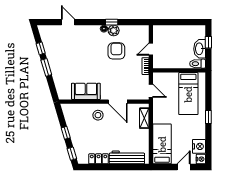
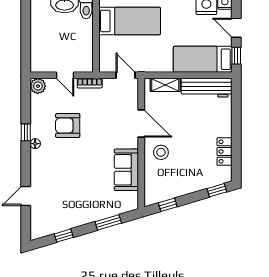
plant: (114, 31) -> (38, 86), moved
window: (46, 67) -> (108, 222), moved
door: (151, 91) -> (126, 75), hinge flipped
door: (118, 102) -> (141, 123), hinge flipped
window: (66, 133) -> (168, 205), moved
workbench: (127, 157) -> (207, 88), moved, turned -90
window: (164, 167) -> (236, 56), added

